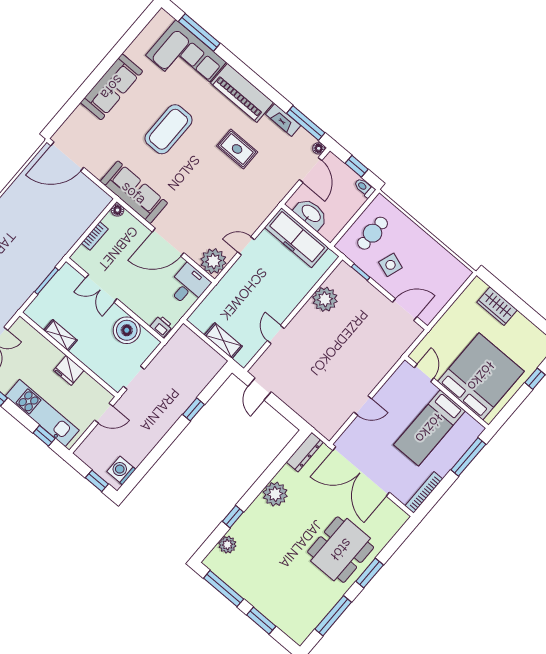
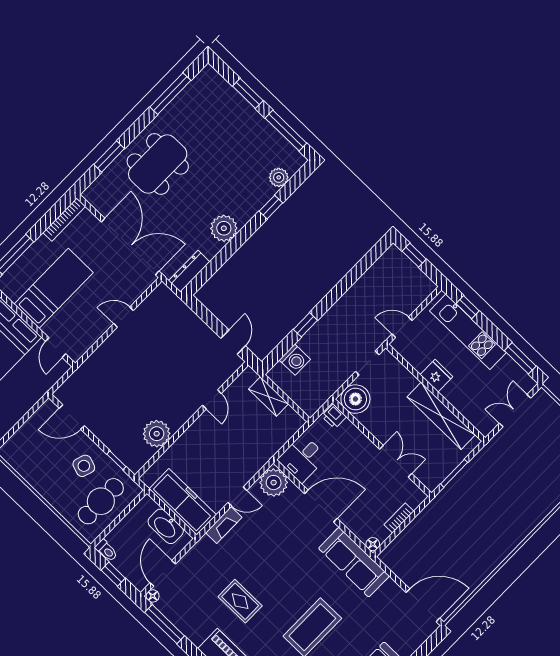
fireplace: (283, 120) -> (224, 525), moved, turned 90
cafe table: (373, 233) -> (101, 501), width x1.37, depth x1.35
boiler: (127, 330) -> (355, 399), moved
shelving: (60, 335) -> (441, 416), width x2.20, depth x1.33
washing machine: (121, 470) -> (295, 360), moved
window: (370, 573) -> (109, 157), moved

